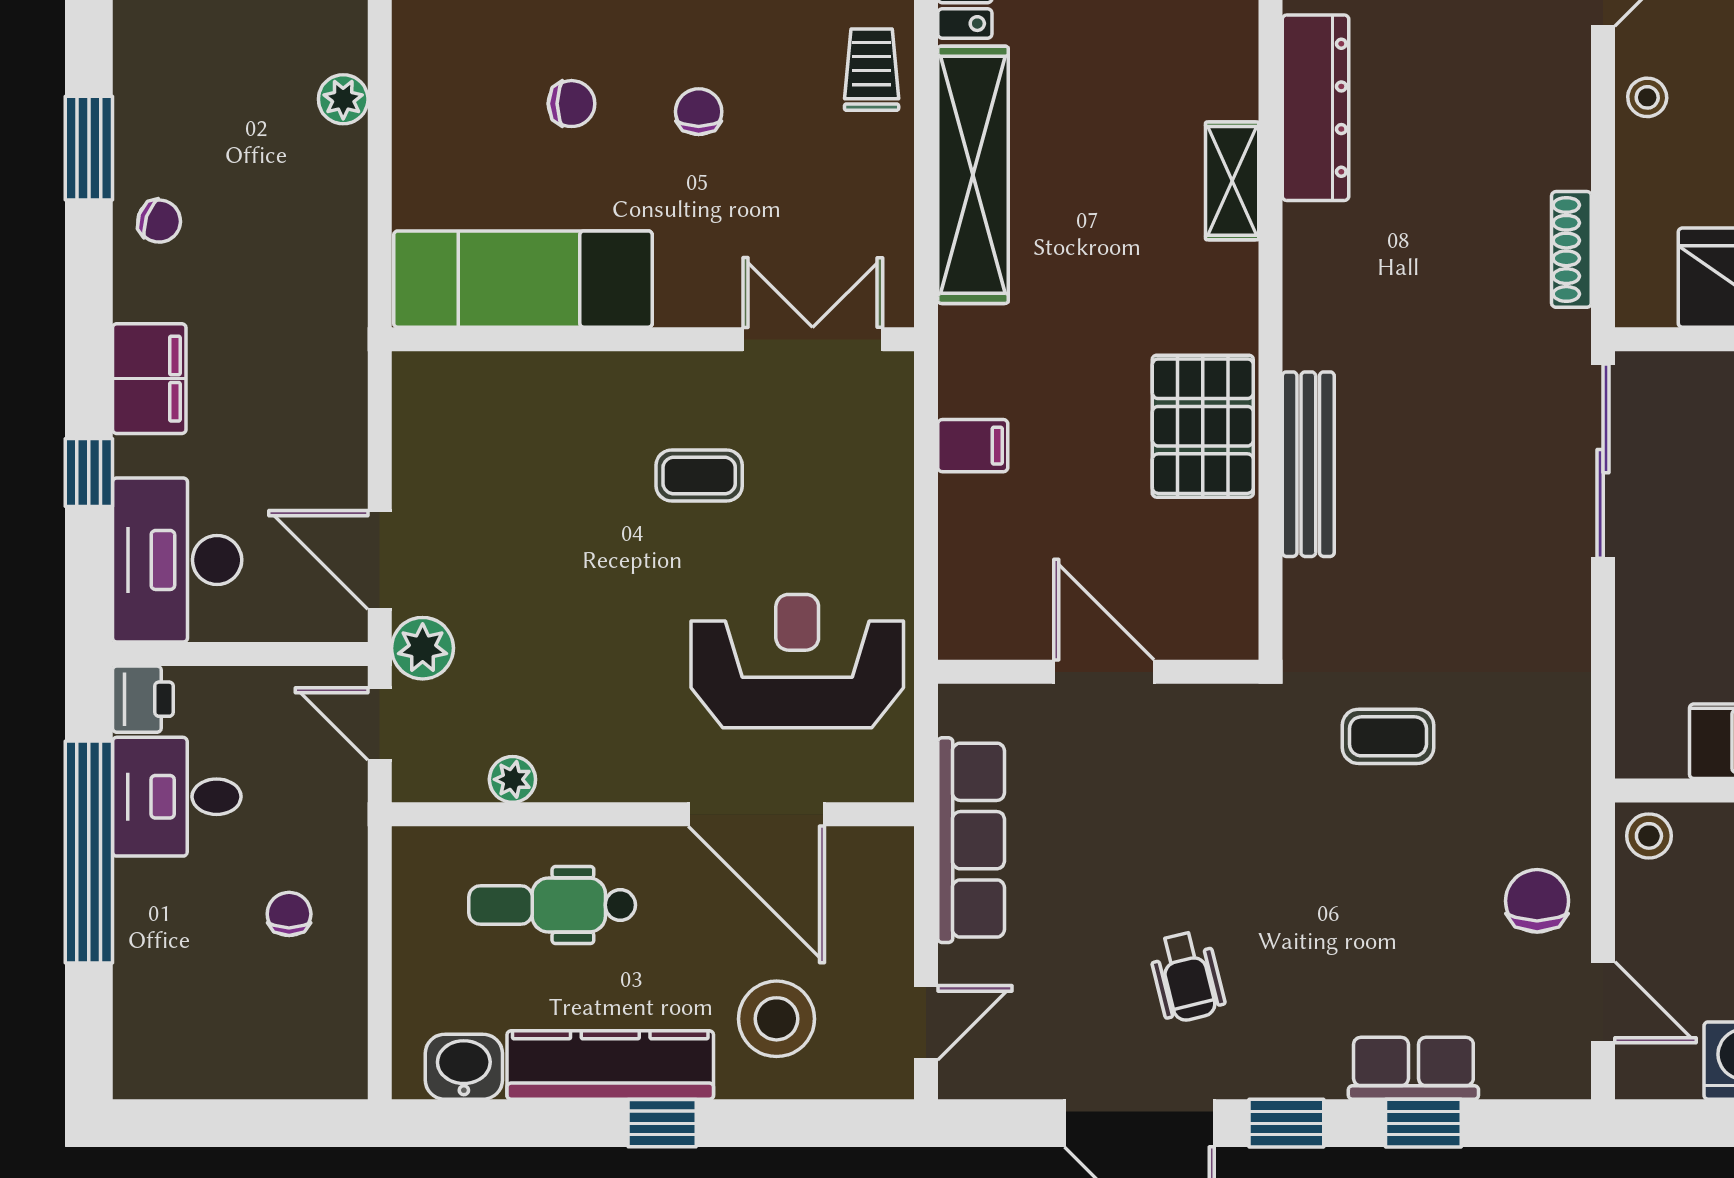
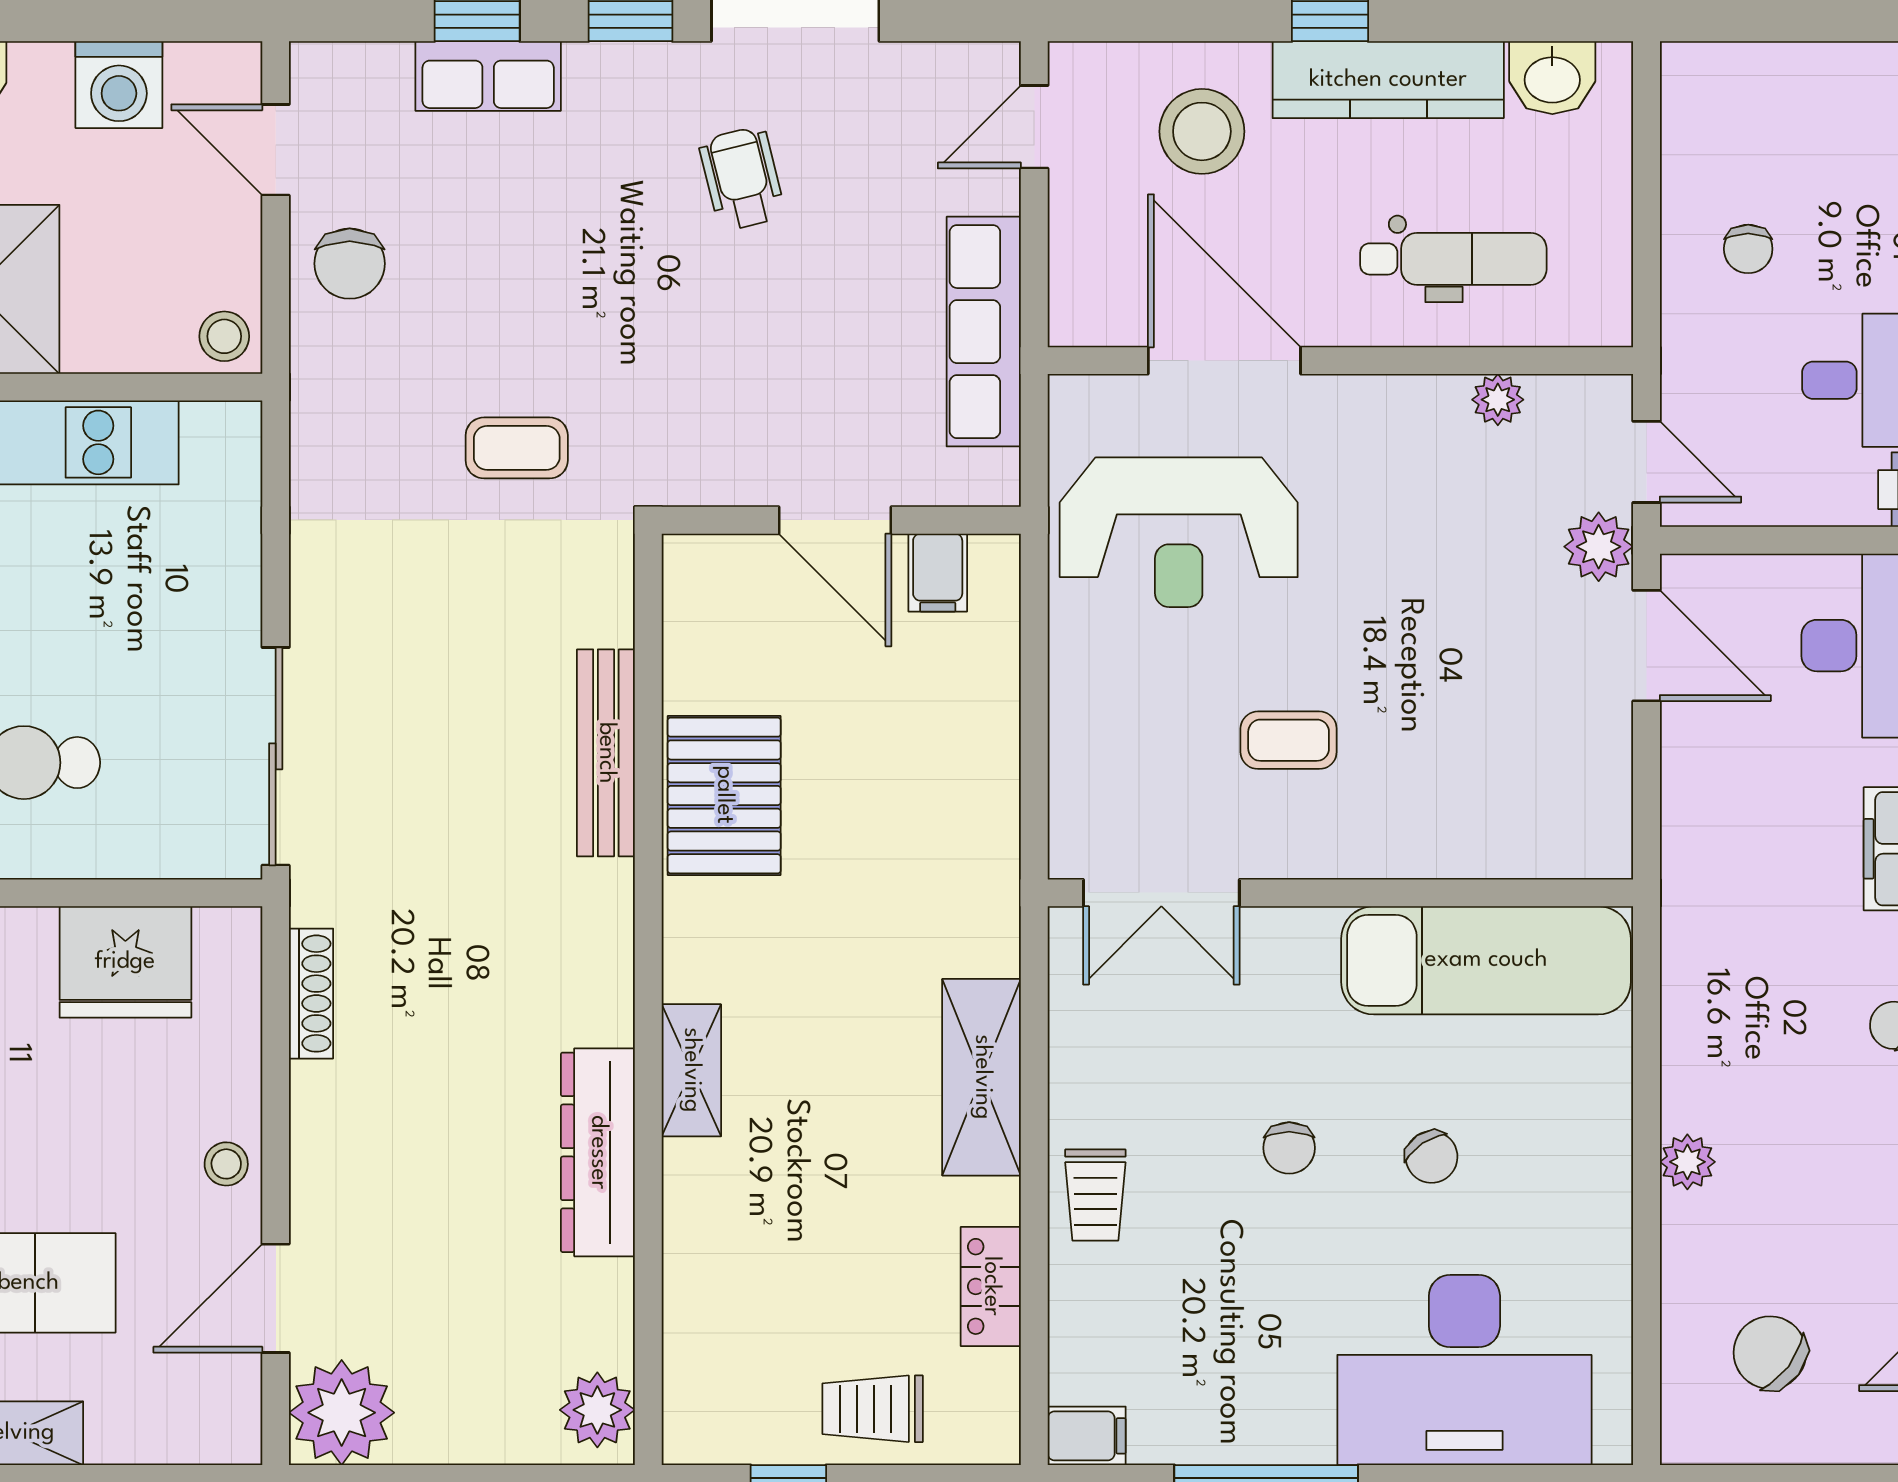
chair: (572, 104) -> (1432, 1157), turned -124
shelving: (973, 175) -> (982, 1077), width x0.68
filing cabinet: (973, 446) -> (938, 573), moved, turned -90

